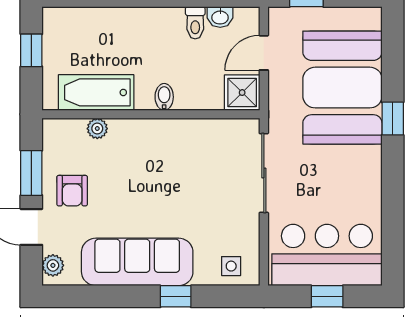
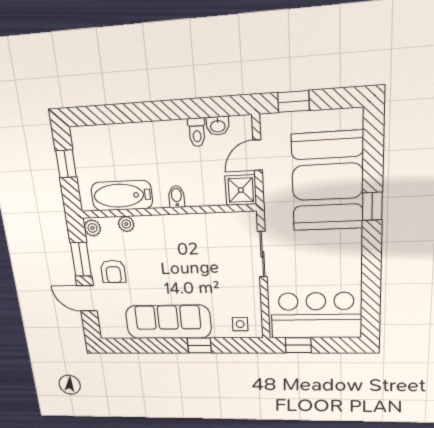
sliding door: (264, 173) -> (262, 254), width x0.73
plant: (53, 265) -> (92, 228), moved
window: (327, 296) -> (298, 345), moved

